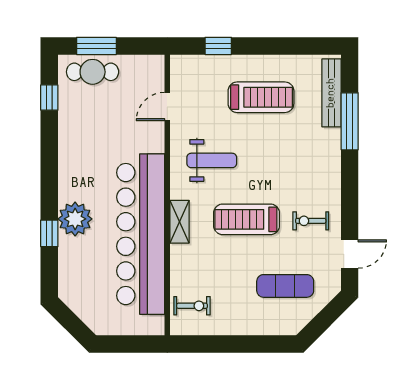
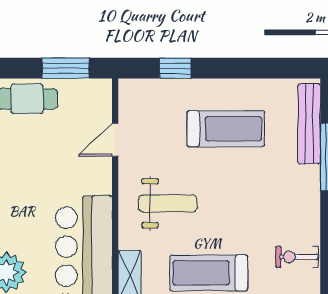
window: (96, 46) -> (66, 68), moved
exercise bike: (311, 221) -> (297, 257), moved

